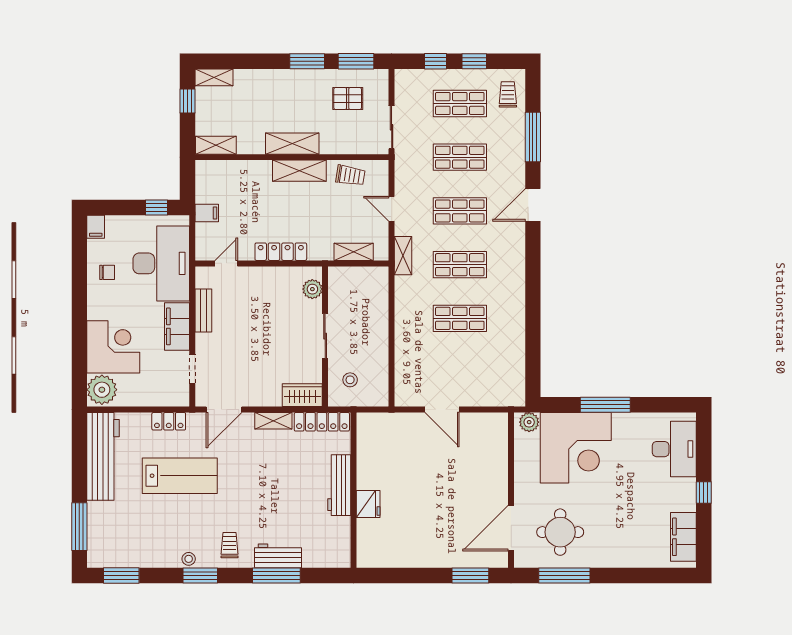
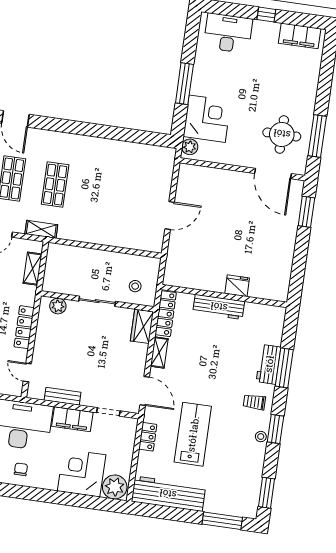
shop shelf: (460, 318) -> (98, 191), removed
corner desk: (576, 448) -> (207, 119), width x0.74, depth x0.74

